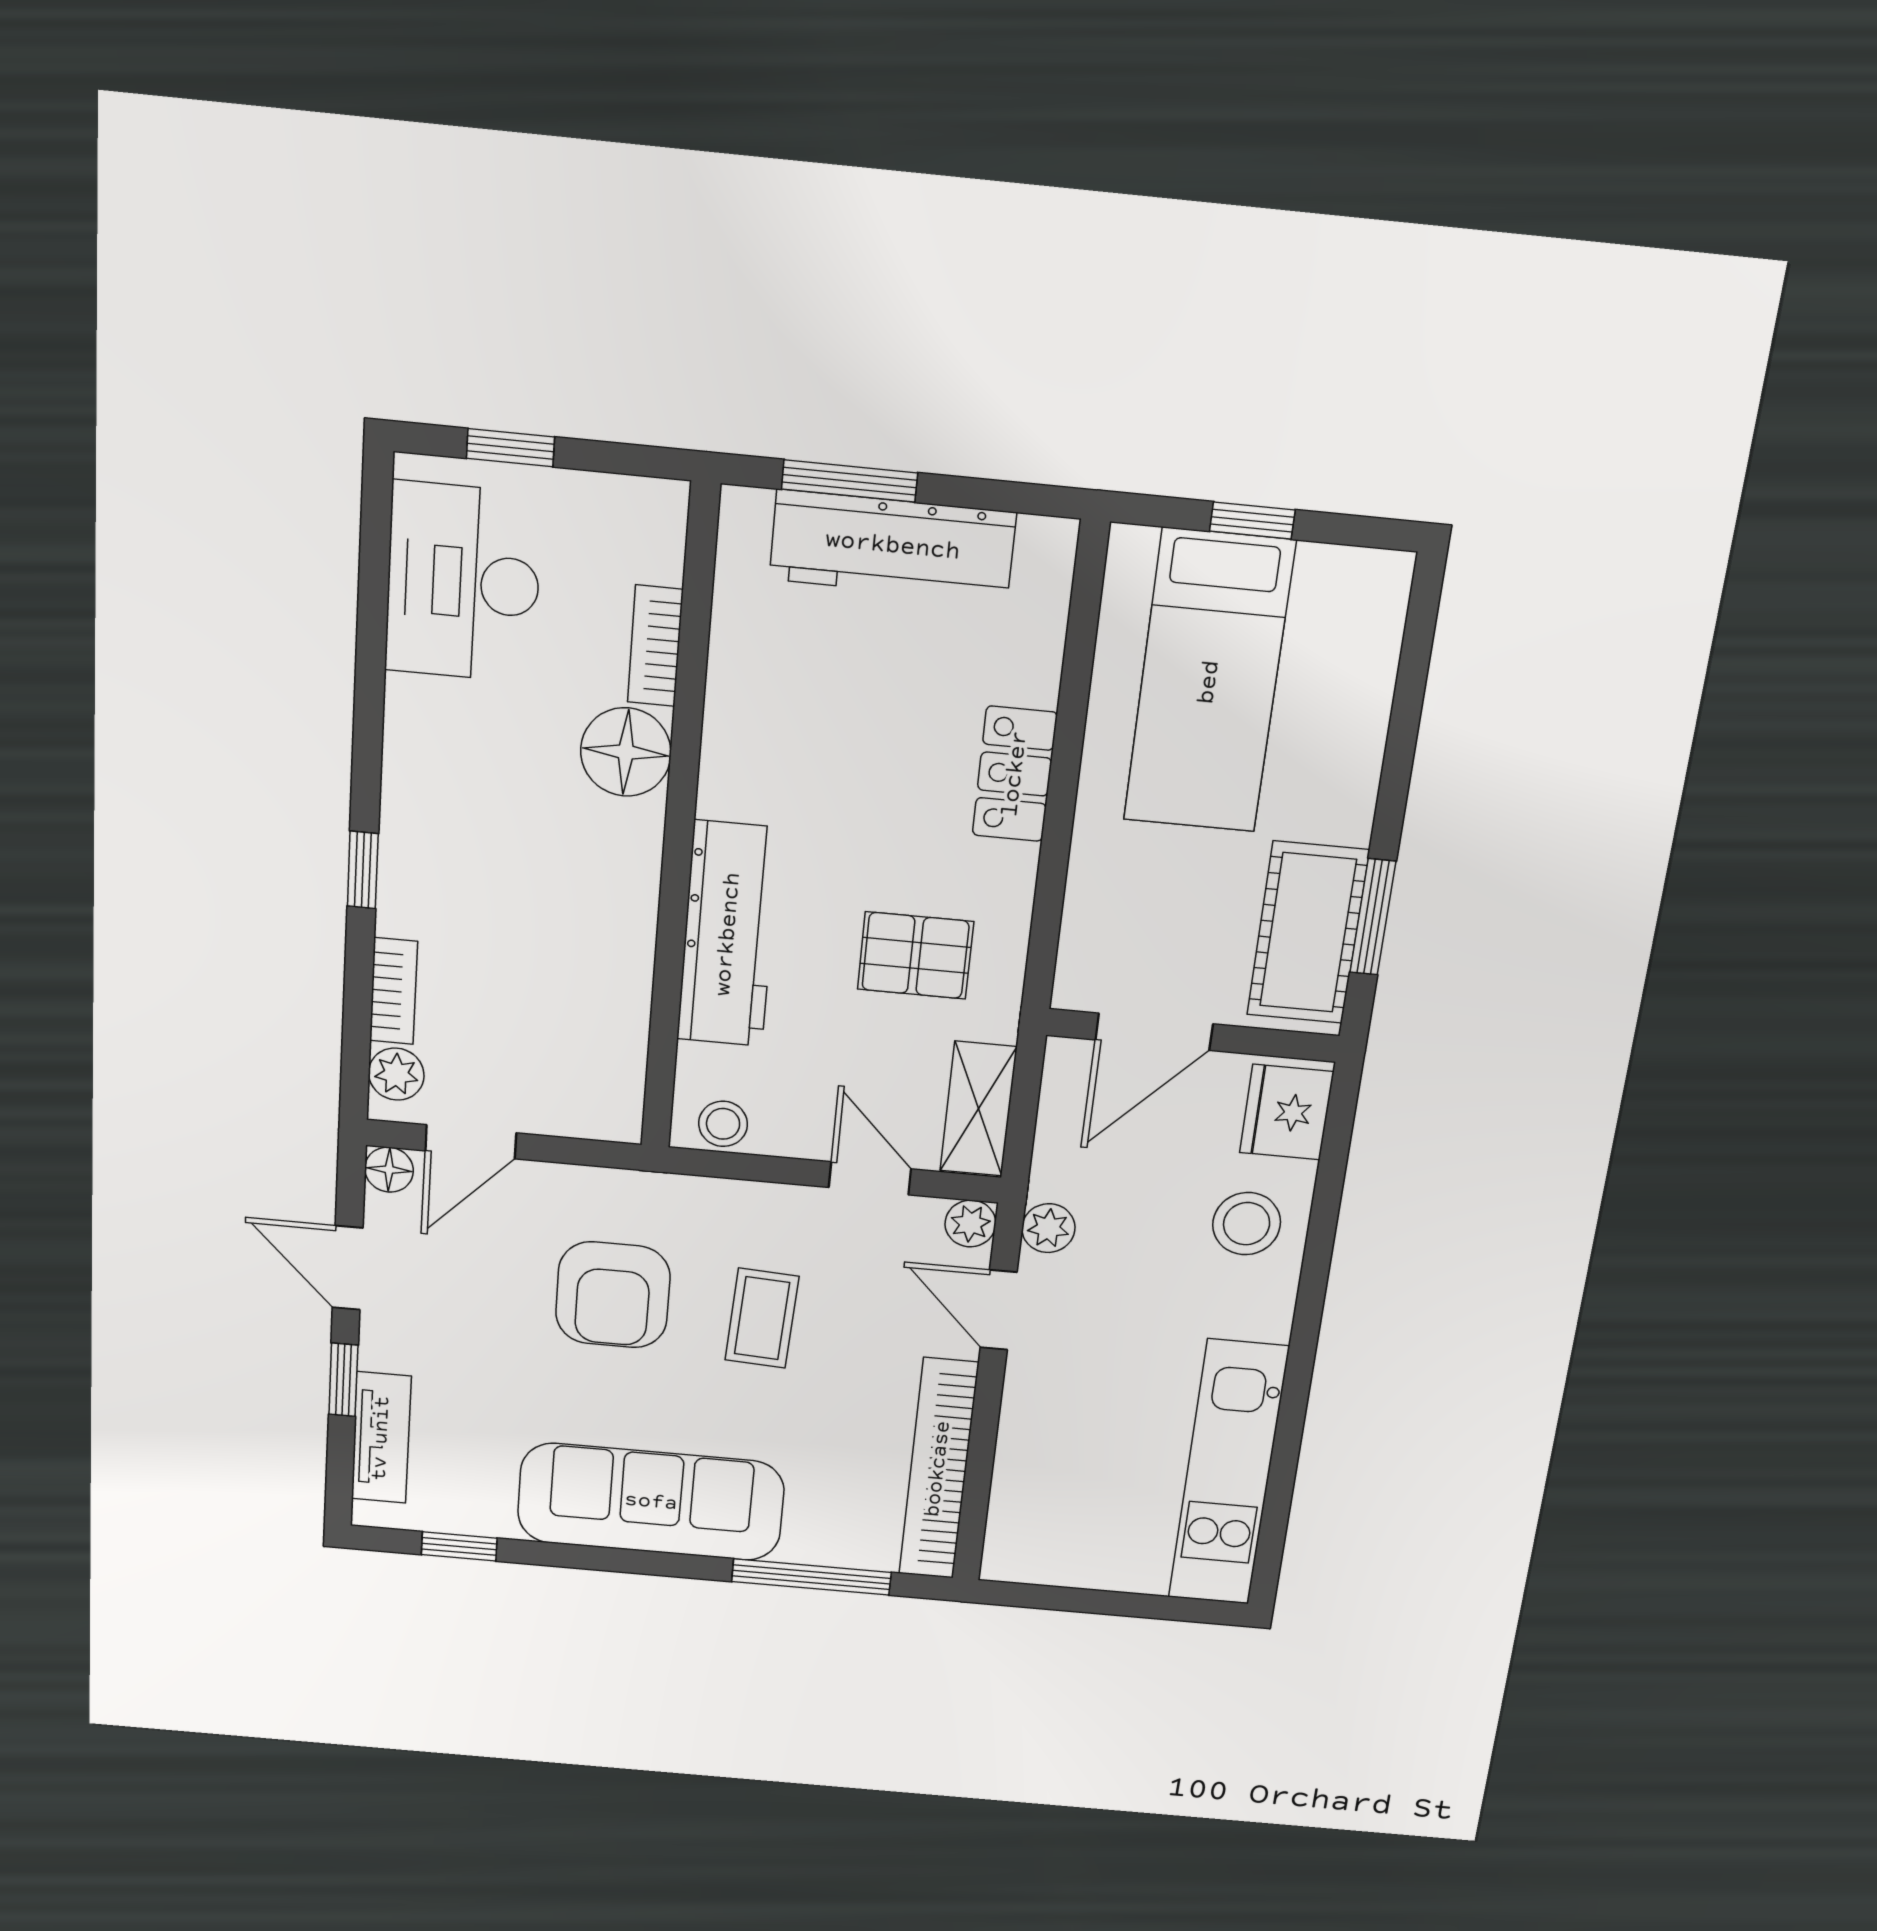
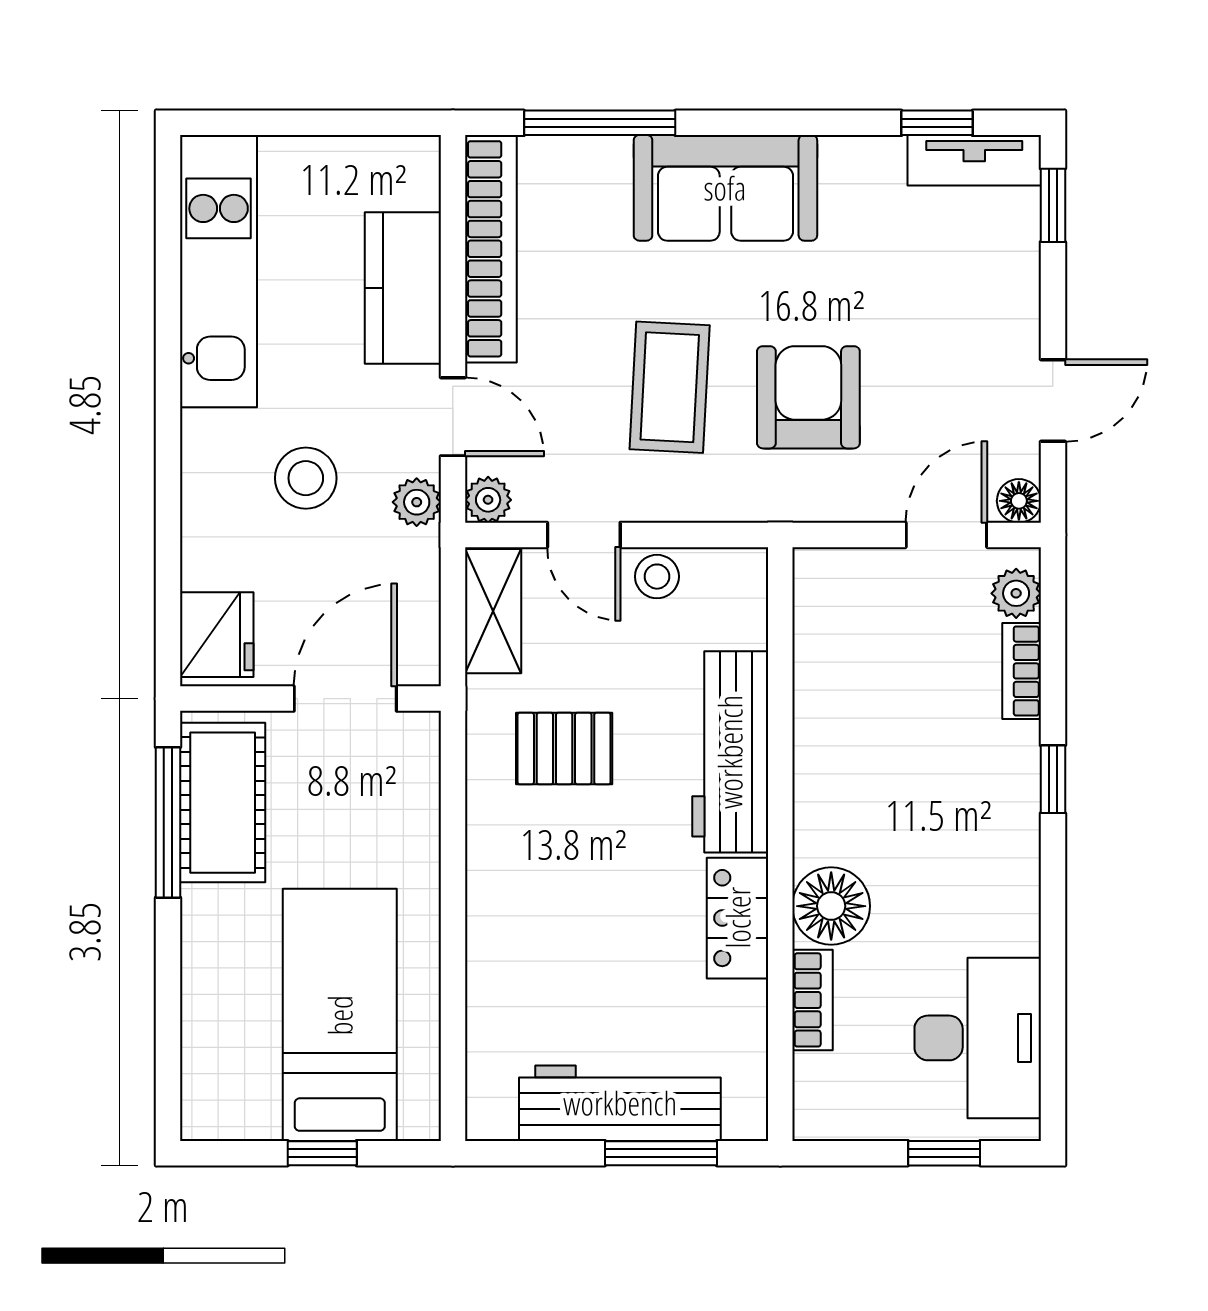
locker: (1015, 774) -> (738, 918), moved, turned 180
window: (1373, 917) -> (168, 822), width x1.44
stool: (723, 1124) -> (657, 577), moved
stool: (1247, 1224) -> (306, 478), moved
door: (348, 1268) -> (1053, 401), hinge flipped
coffee table: (762, 1318) -> (670, 387), width x1.36, depth x1.30
window: (343, 1380) -> (1053, 205), moved
tv unit: (381, 1438) -> (974, 160), moved, turned -90
kitchen counter: (1036, 1440) -> (403, 288), added
sofa: (651, 1502) -> (725, 188), width x0.73

